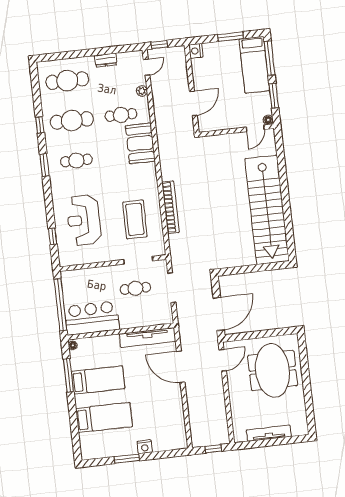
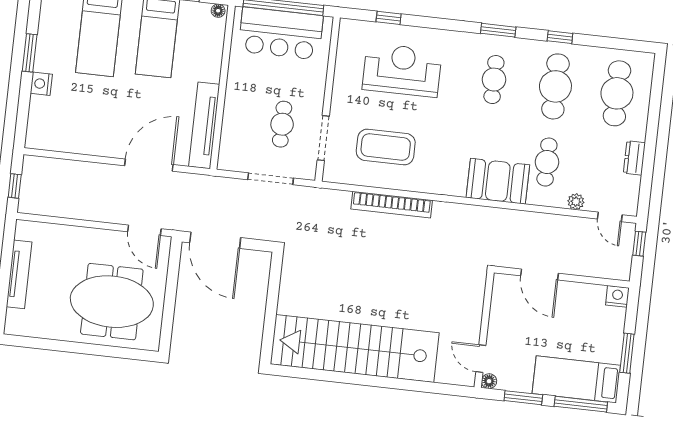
bar counter: (92, 318) -> (281, 34), moved, turned 90

